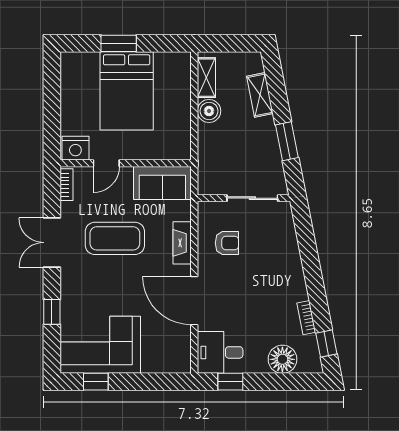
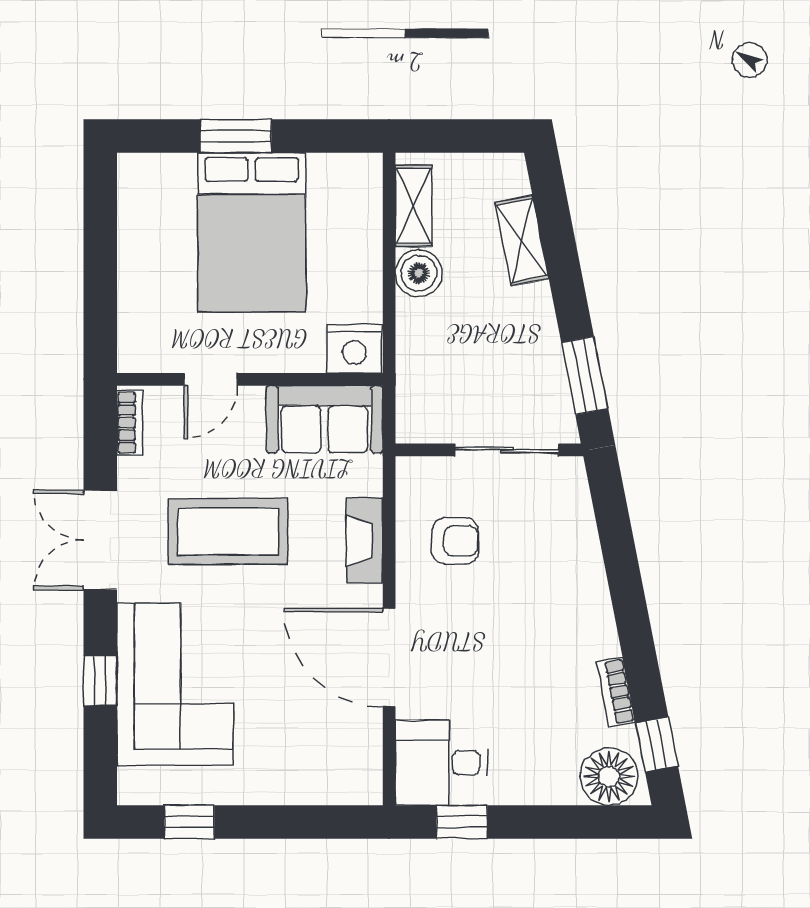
window: (287, 141) -> (585, 375), moved
nightstand: (75, 148) -> (354, 349), moved
corner sofa: (100, 345) -> (175, 684), moved, turned 90
floor lamp: (282, 359) -> (609, 777), moved

